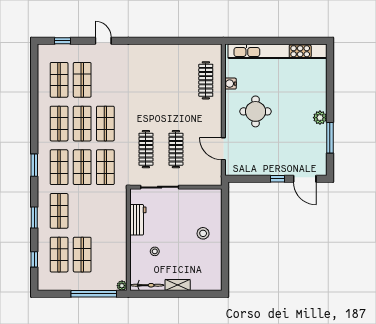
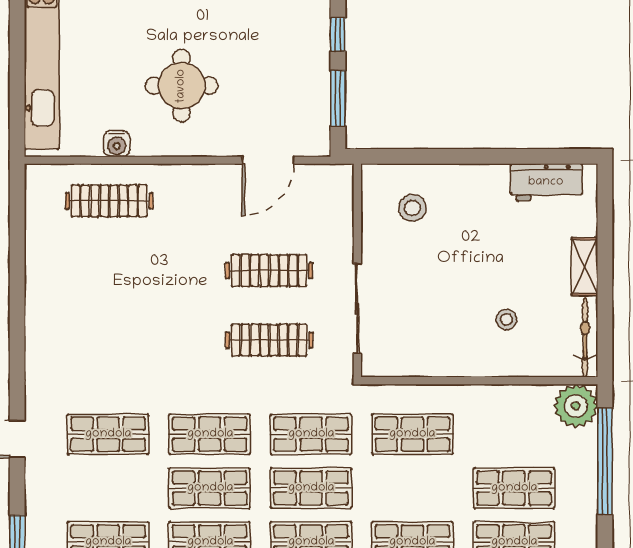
shop shelf: (82, 80) -> (108, 434), moved
window: (250, 179) -> (338, 98), added
shop shelf: (105, 211) -> (412, 434), added
workbench: (138, 220) -> (546, 182), moved, turned 180
stool: (203, 233) -> (412, 208), moved
plant: (122, 286) -> (576, 406), width x1.88, depth x1.88

